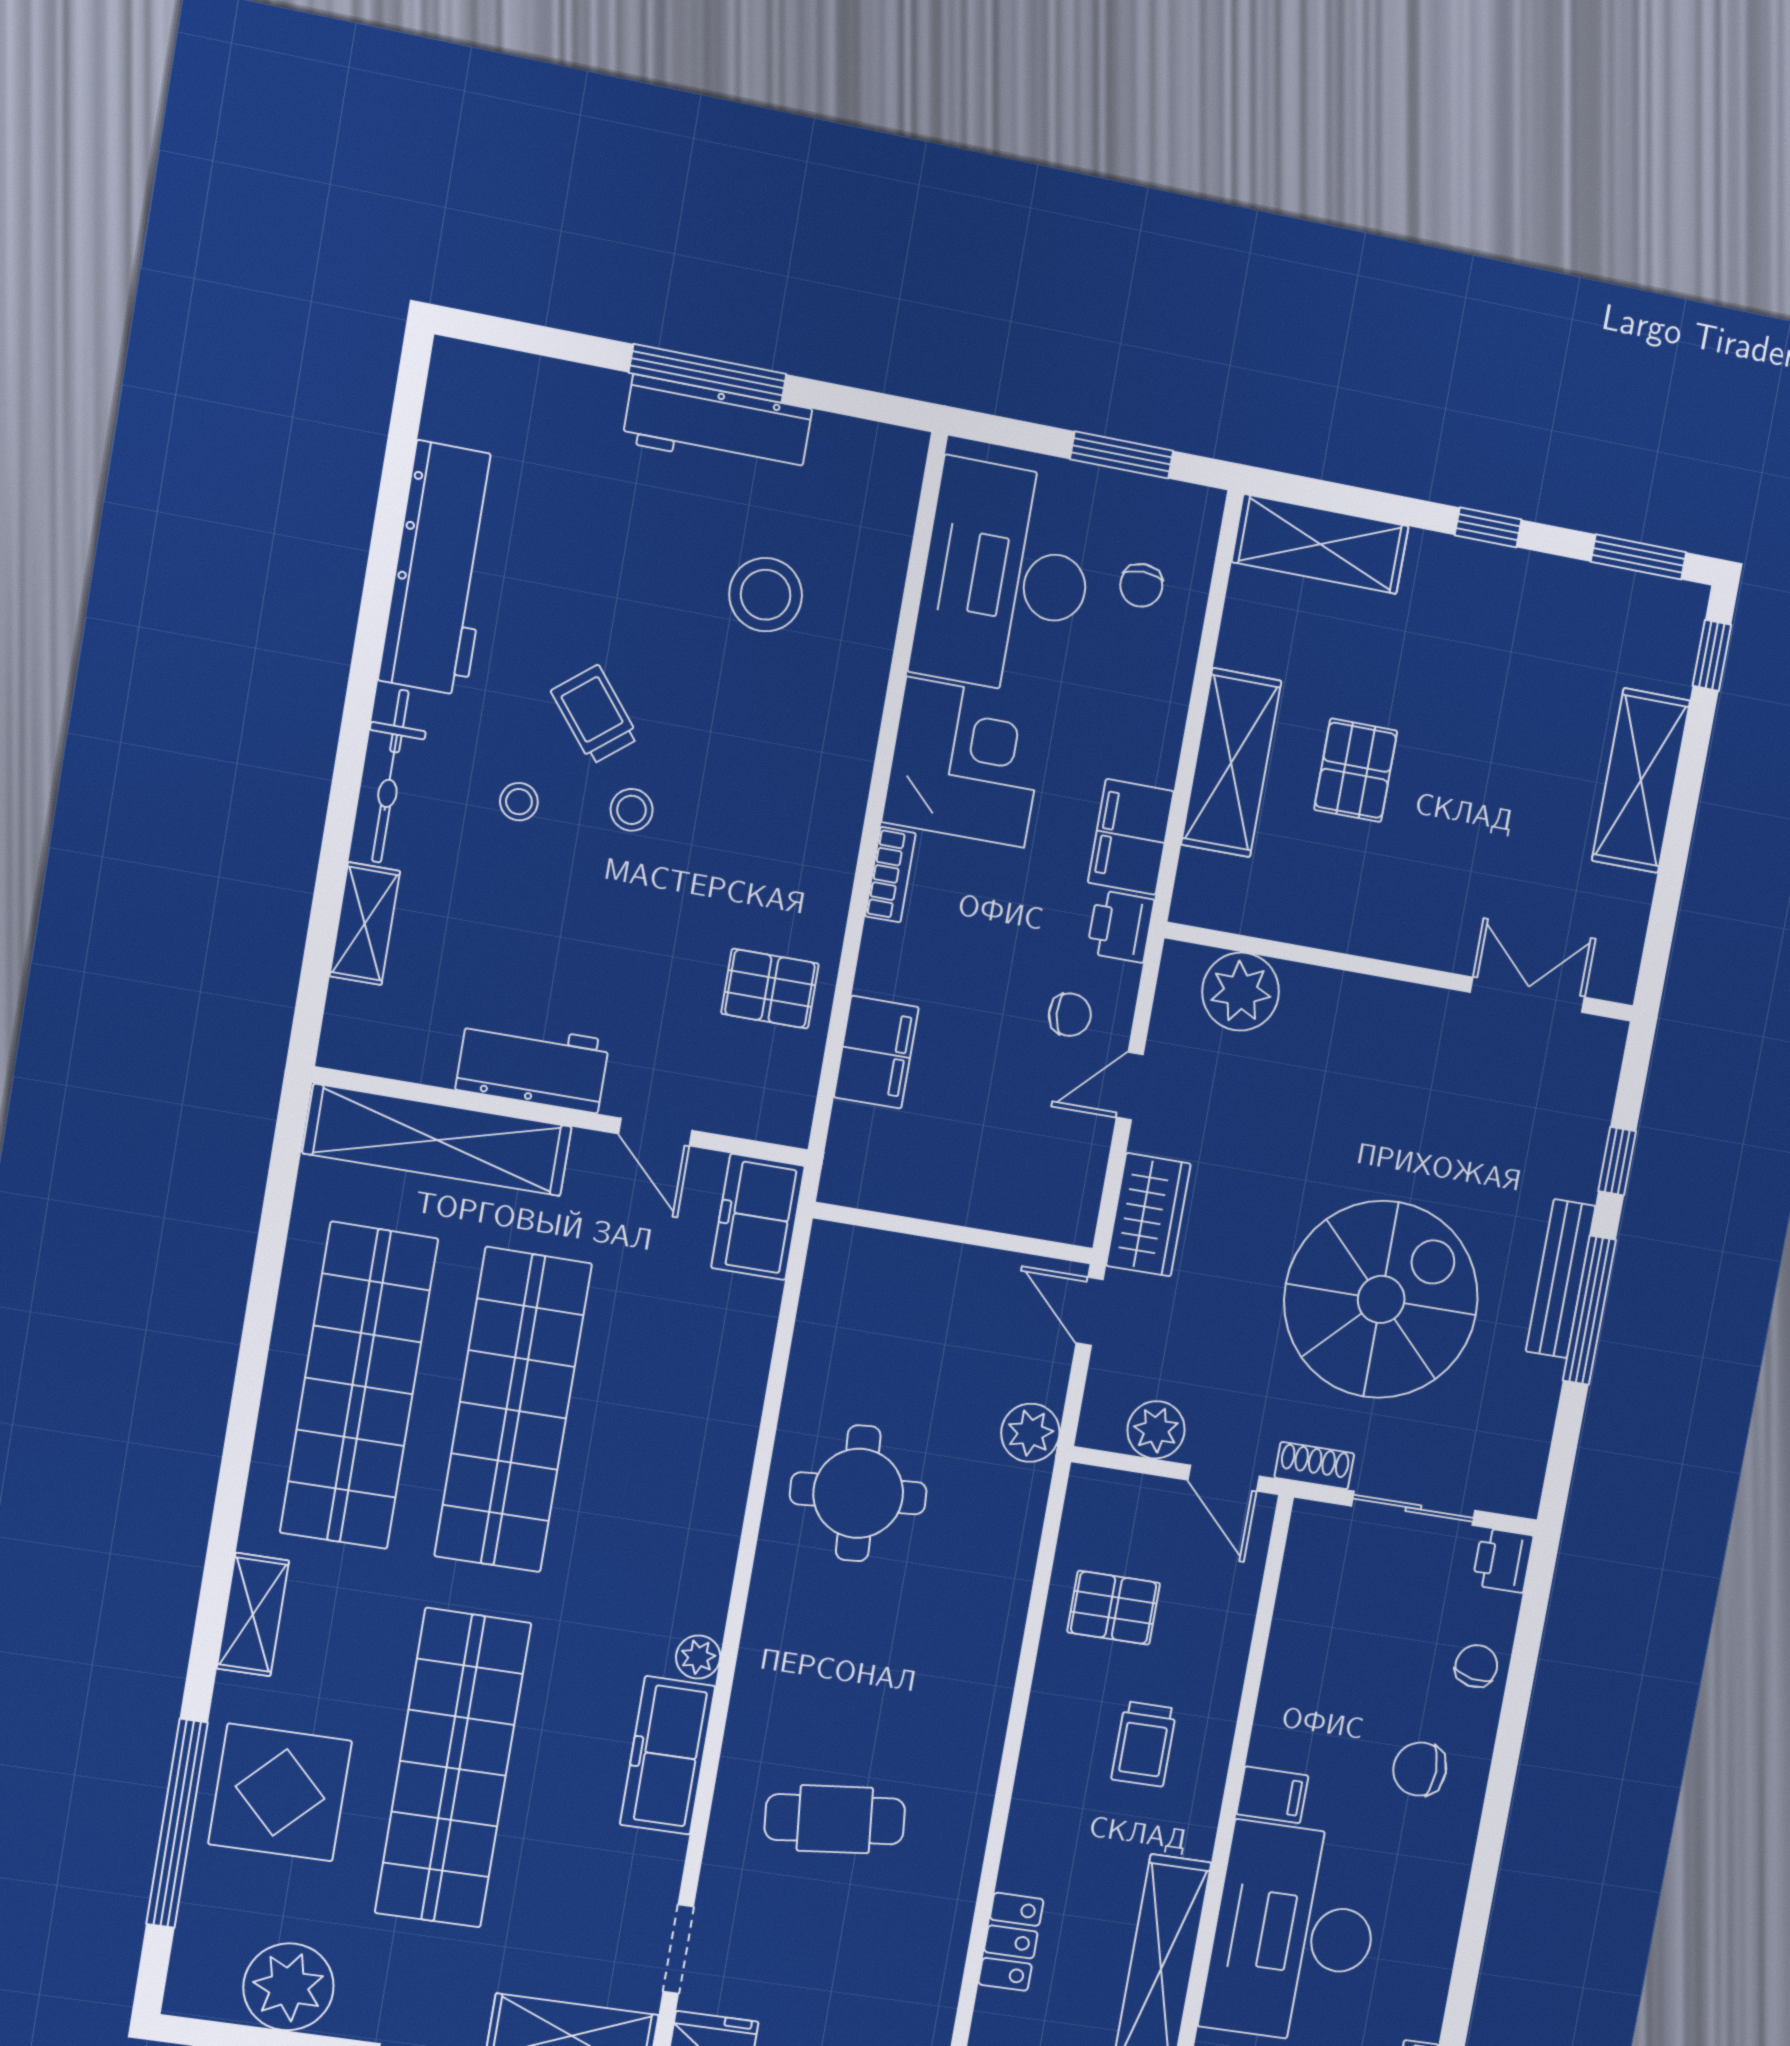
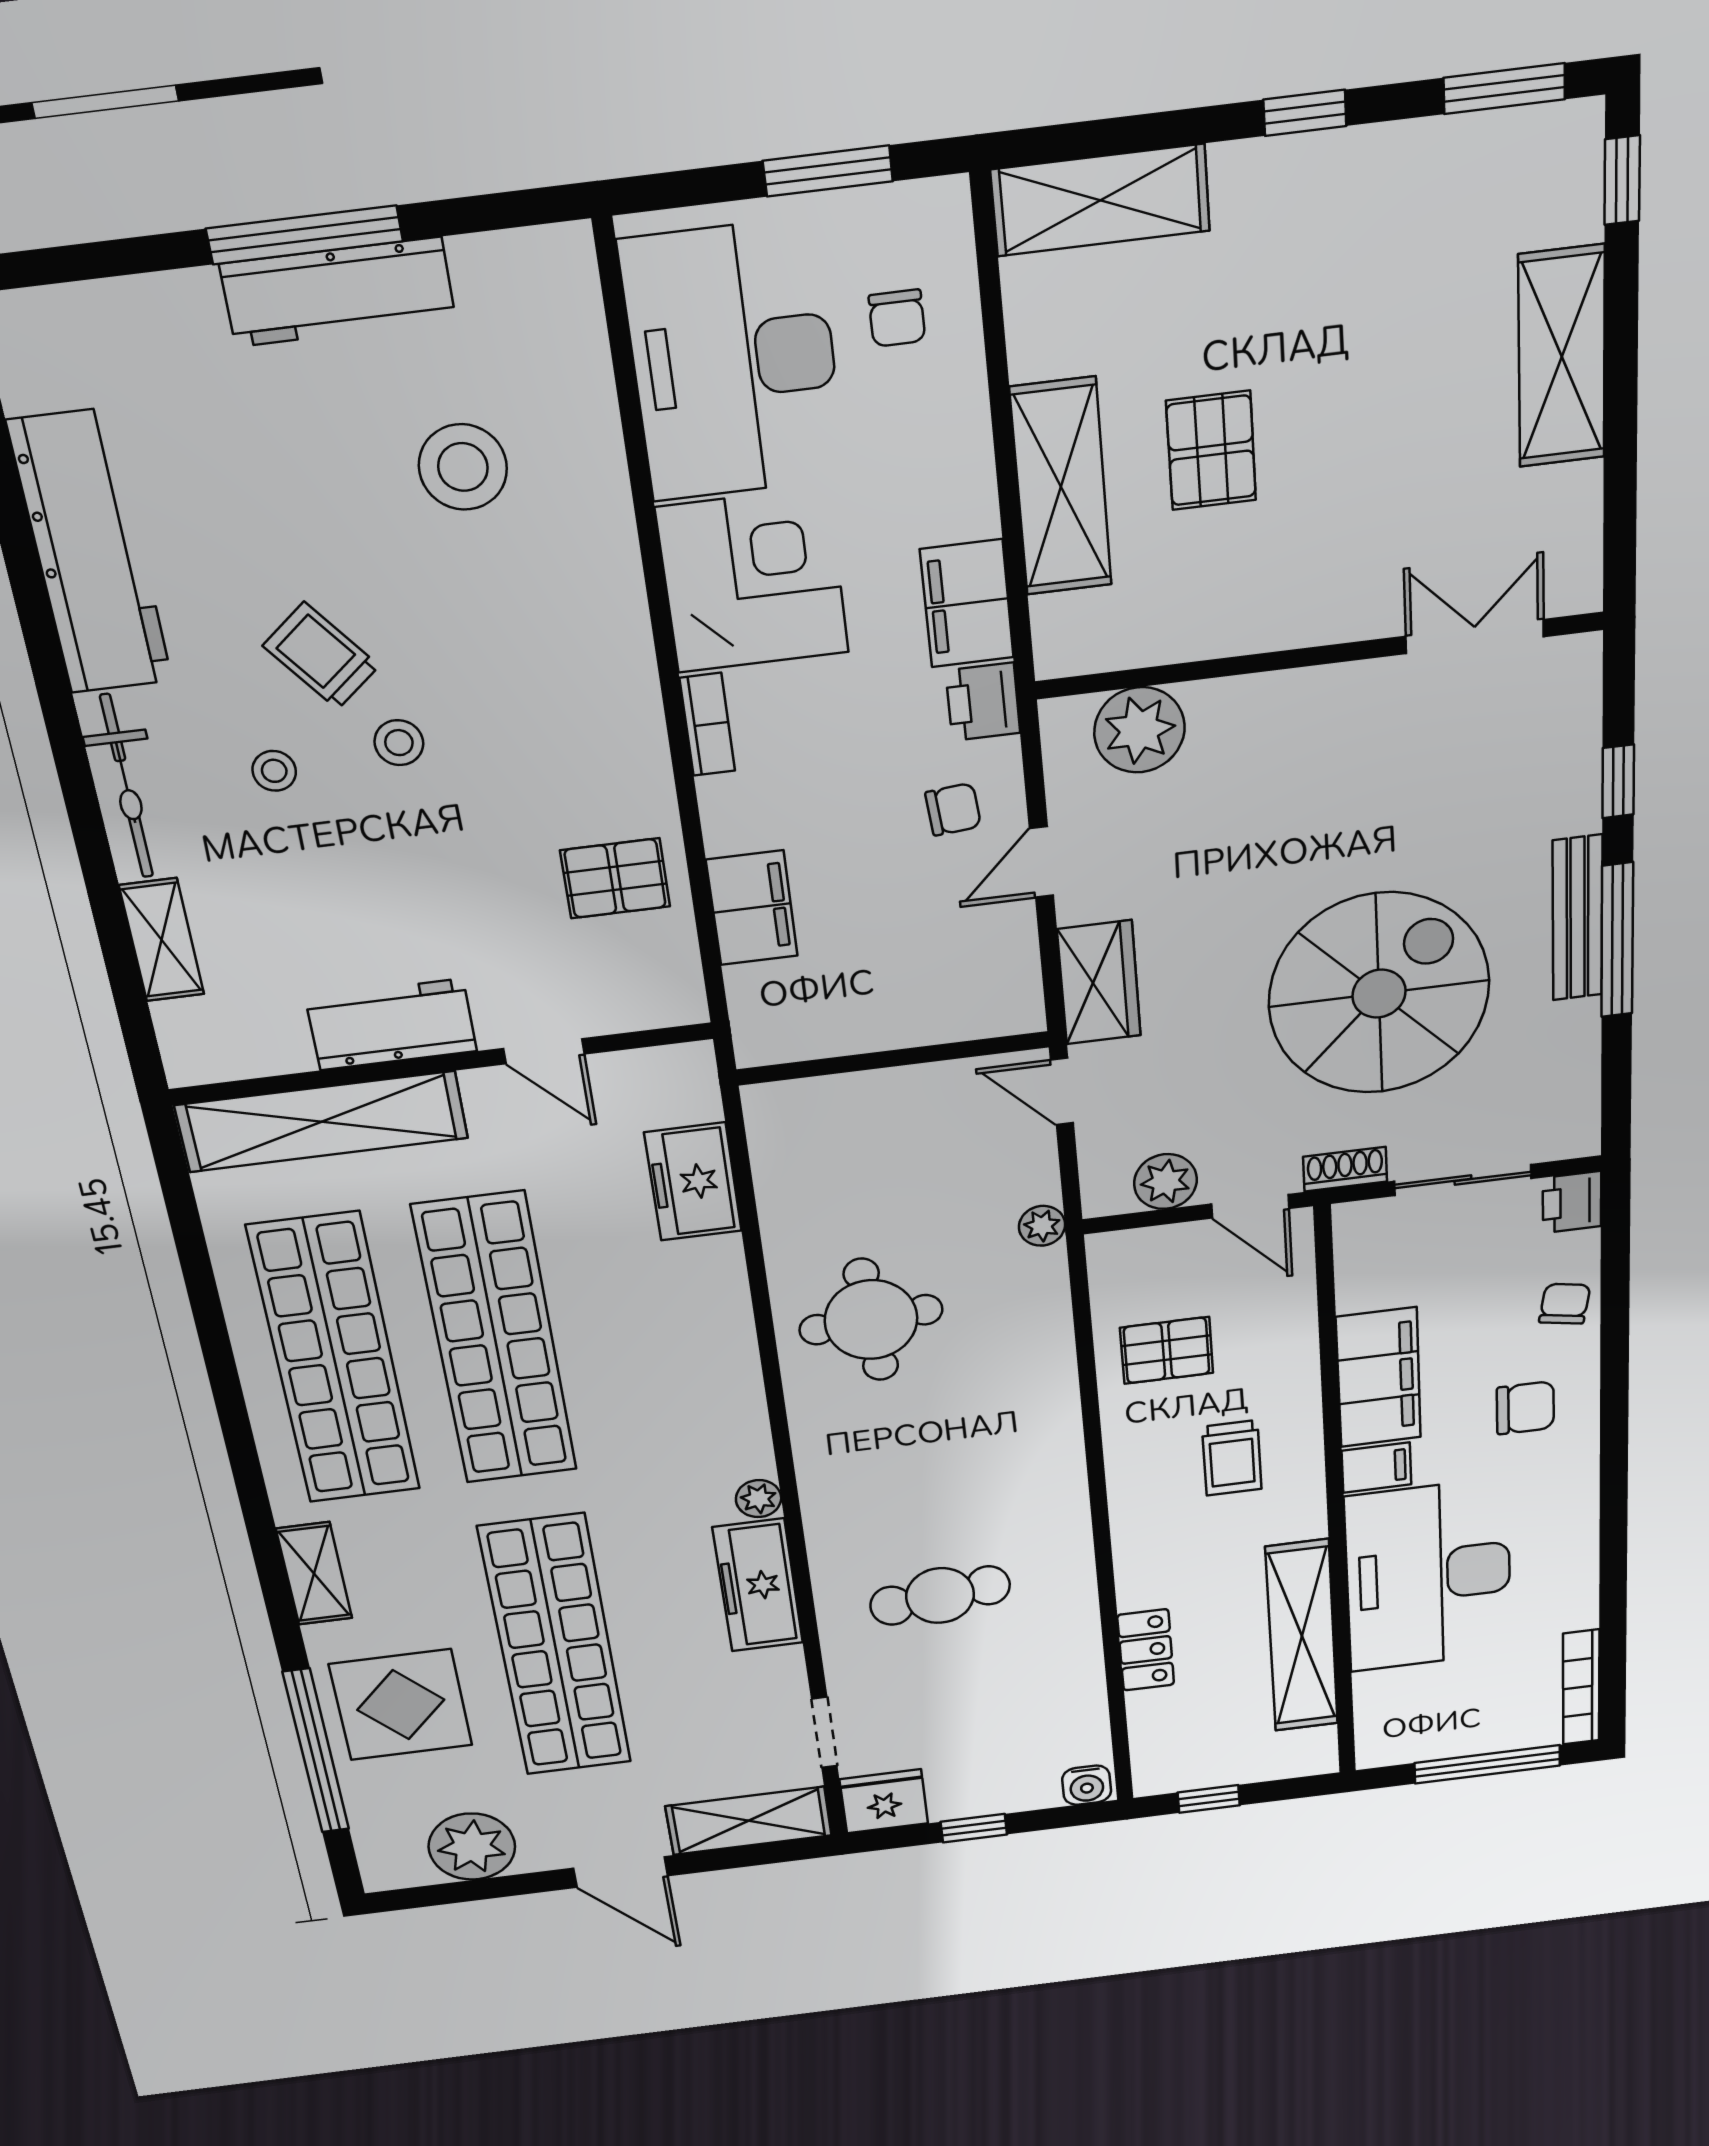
freezer: (758, 1217) -> (693, 1182), moved
plant: (1030, 1433) -> (1042, 1226), width x0.73, depth x0.73
filing cabinet: (1296, 1695) -> (1379, 1378), added
chair: (1420, 1769) -> (1525, 1408), turned 180

